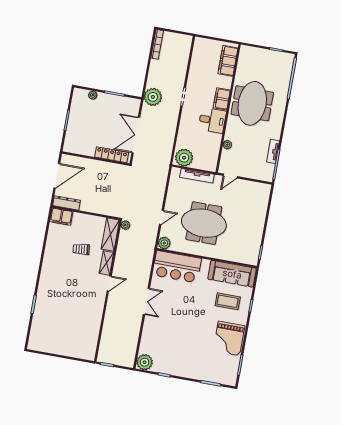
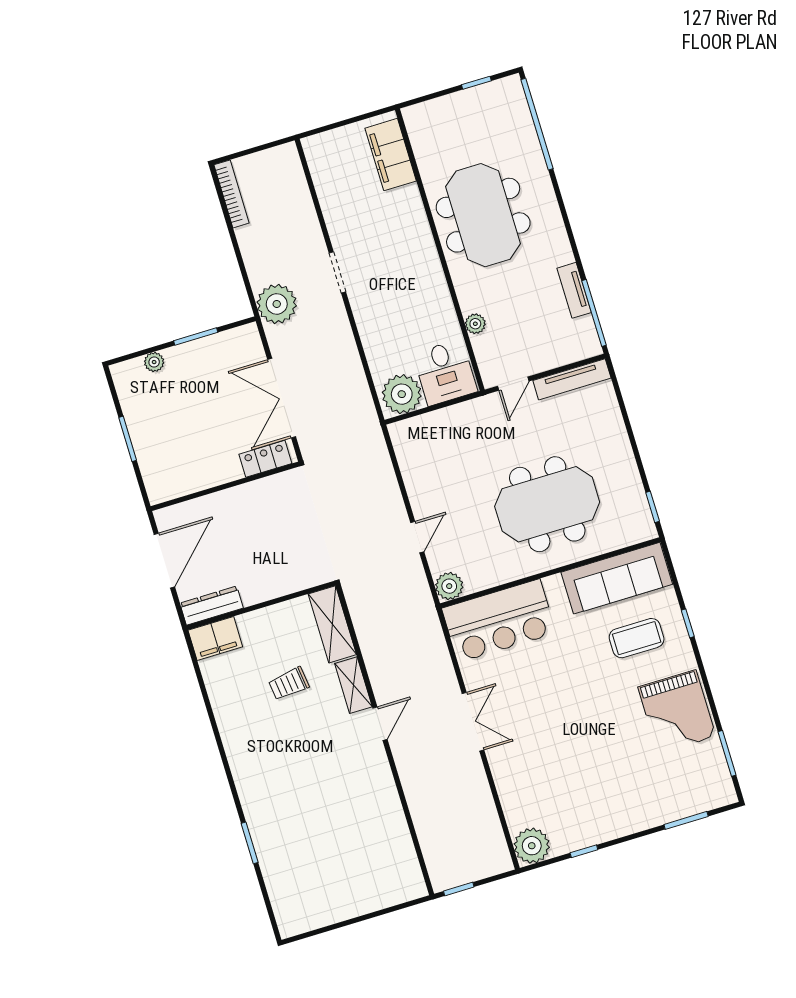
filing cabinet: (222, 99) -> (417, 237), removed
desk: (212, 120) -> (445, 372), moved, turned 90
locker: (112, 155) -> (265, 459), width x0.66
tv unit: (197, 176) -> (572, 379), moved
meeting table: (204, 223) -> (547, 504), moved
plant: (125, 225) -> (353, 590), removed

